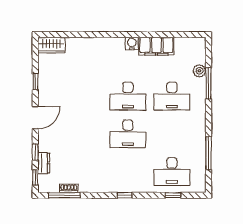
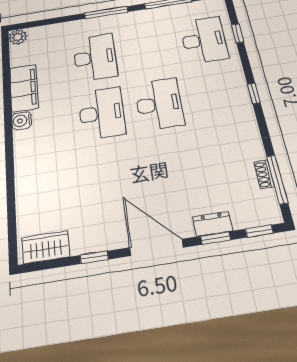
wardrobe: (51, 45) -> (46, 247), moved, turned -90
plant: (199, 71) -> (18, 37), moved
window: (209, 83) -> (106, 12), moved
door: (35, 118) -> (156, 247), width x1.36
dresser: (44, 163) -> (213, 224), moved

